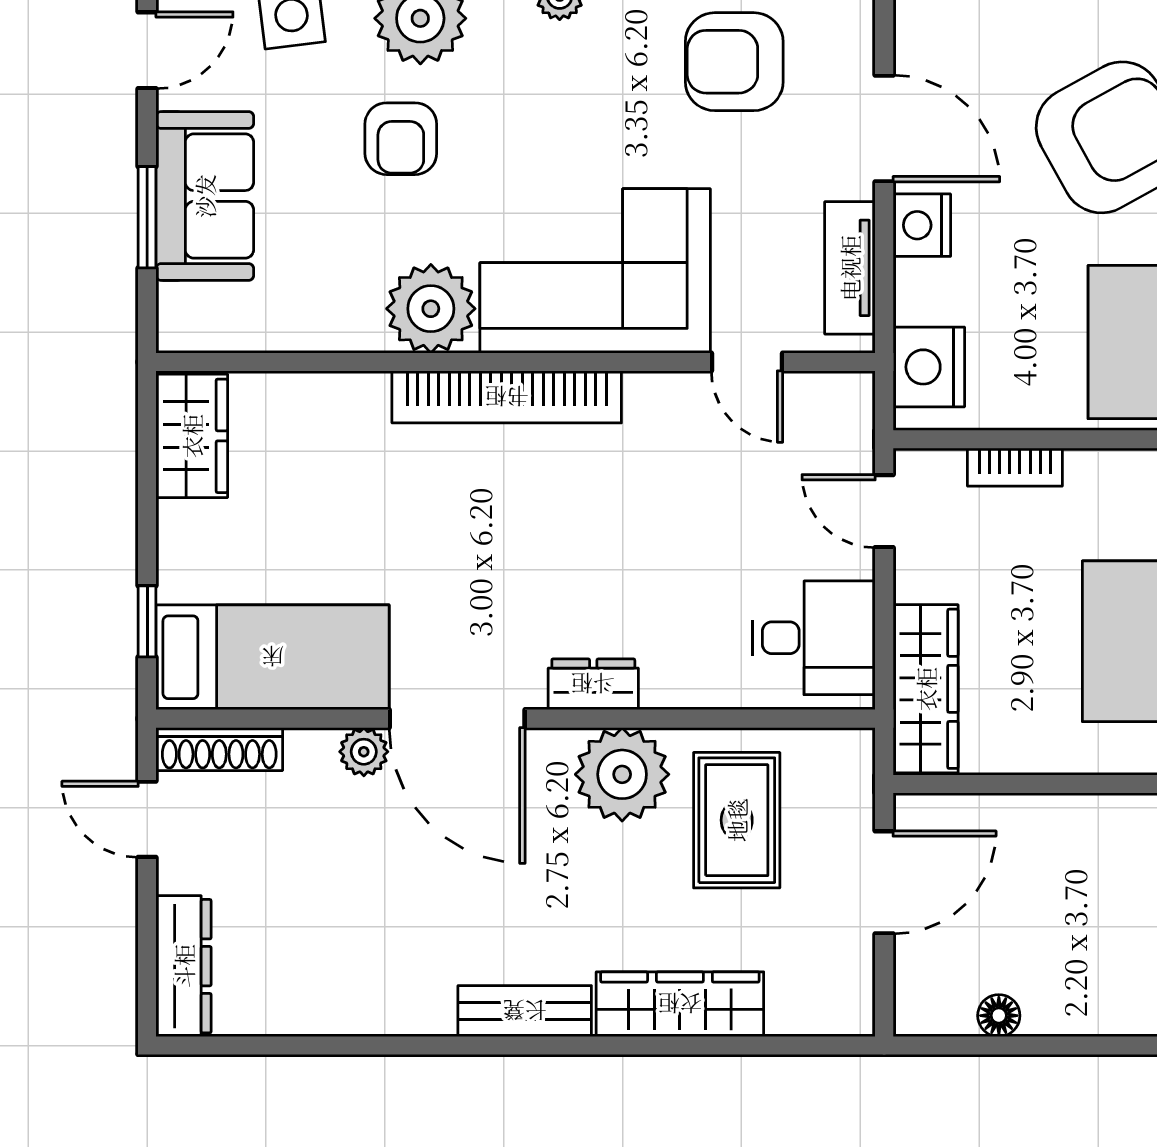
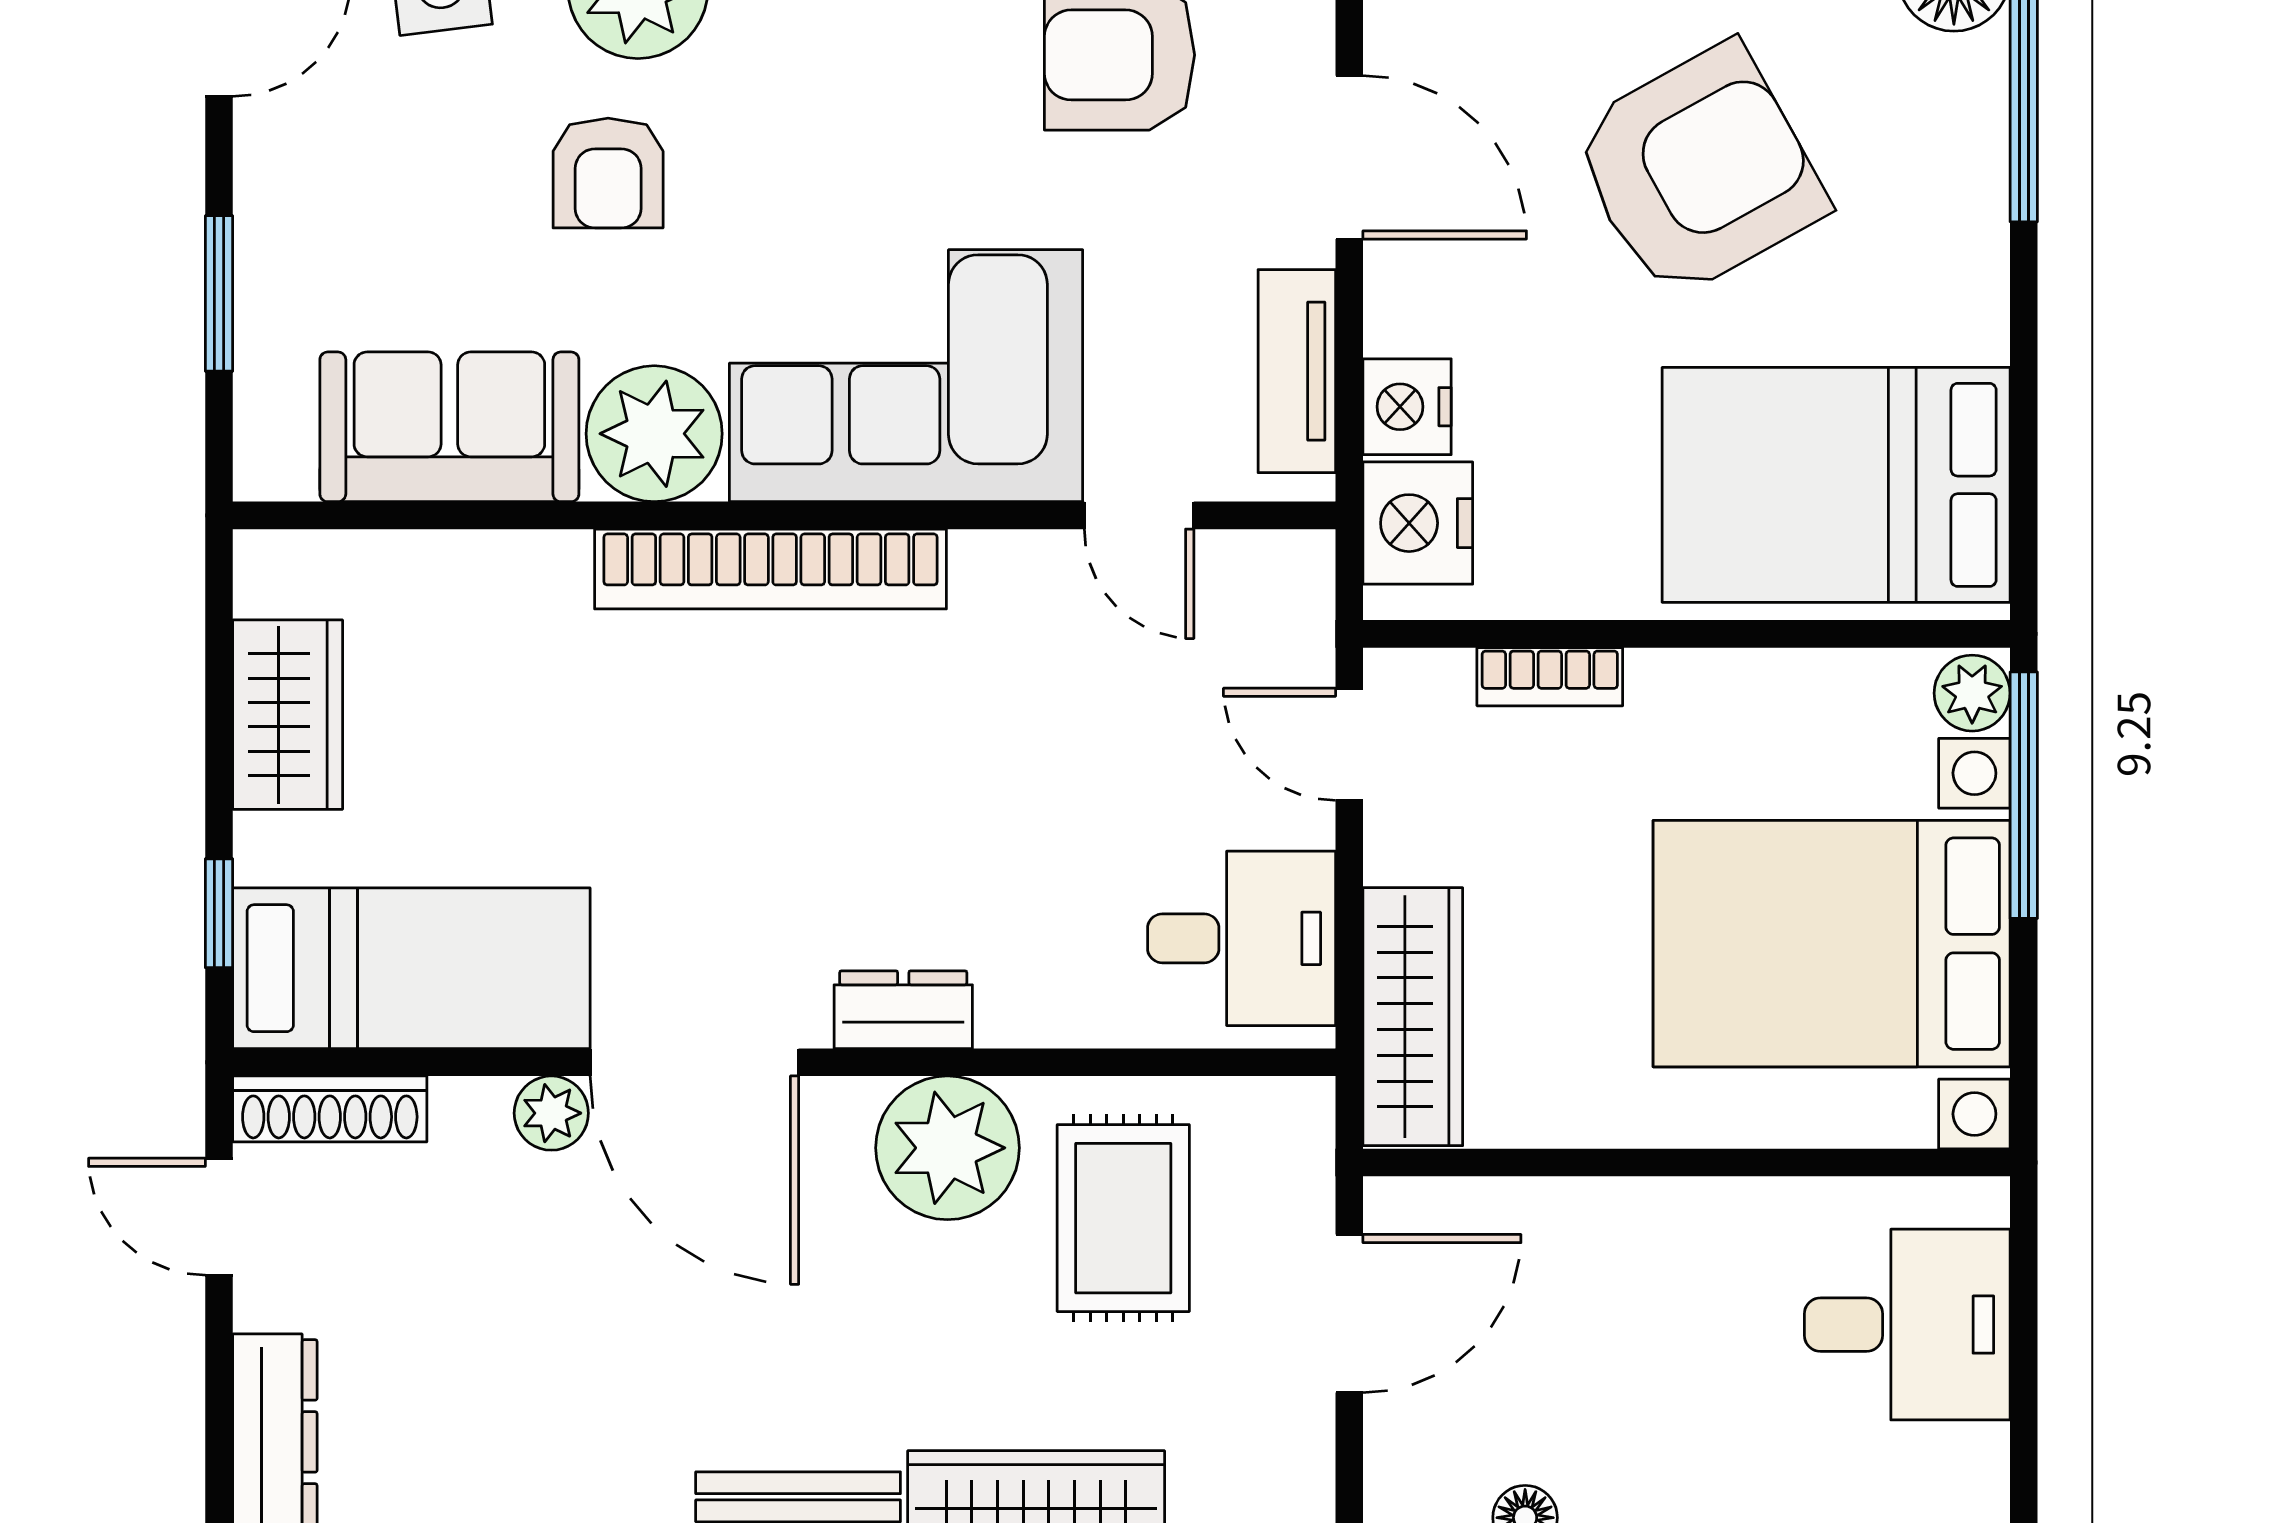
sofa: (205, 196) -> (449, 427), moved, turned -90
nightstand: (922, 225) -> (1407, 407), moved
wardrobe: (192, 436) -> (288, 715), moved

